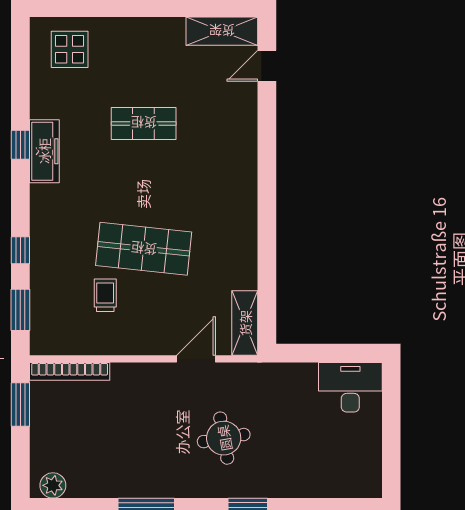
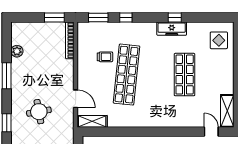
shop shelf: (144, 123) -> (185, 75), width x1.43, depth x1.36
shop shelf: (144, 249) -> (127, 75), width x1.40
plant: (53, 485) -> (17, 51), moved

